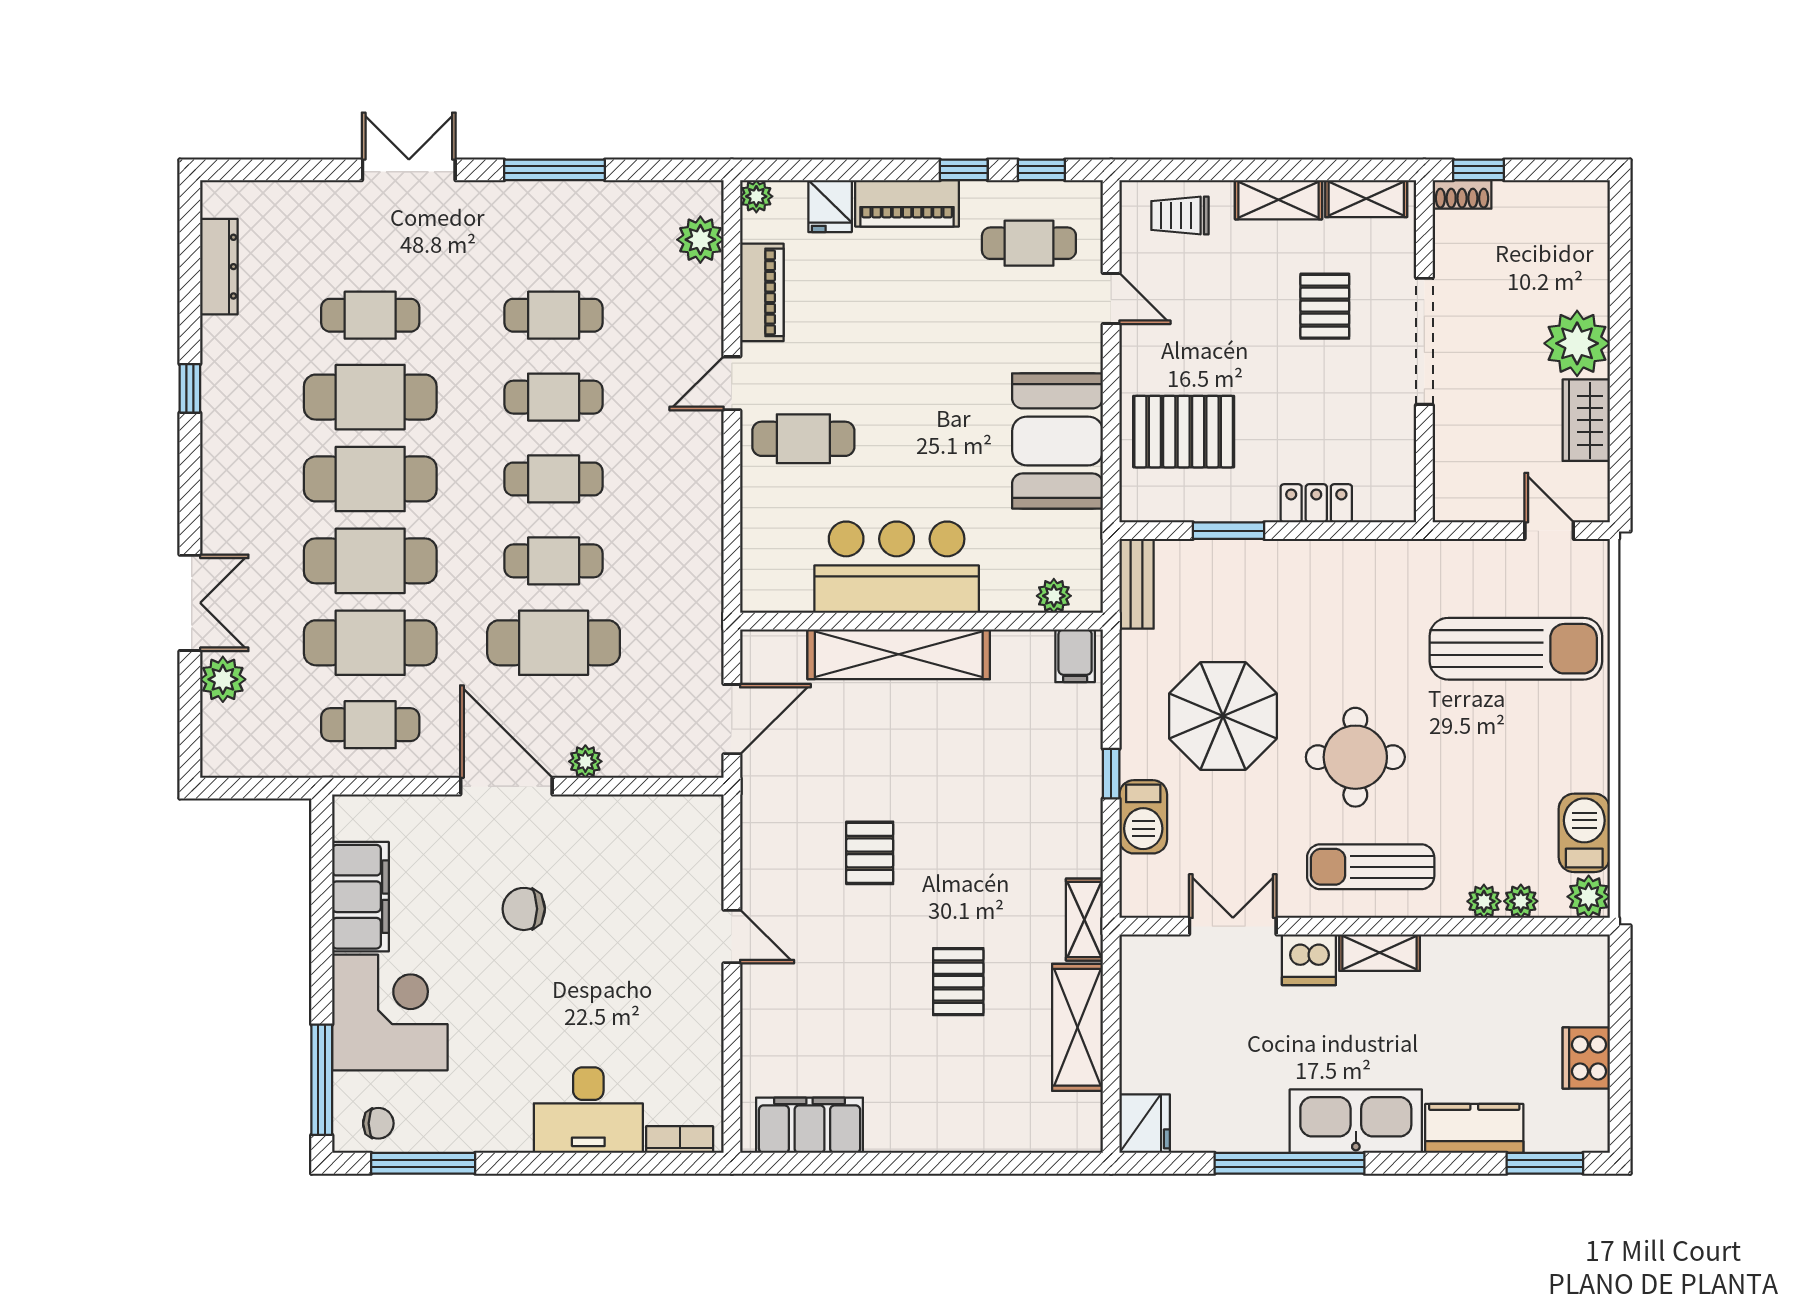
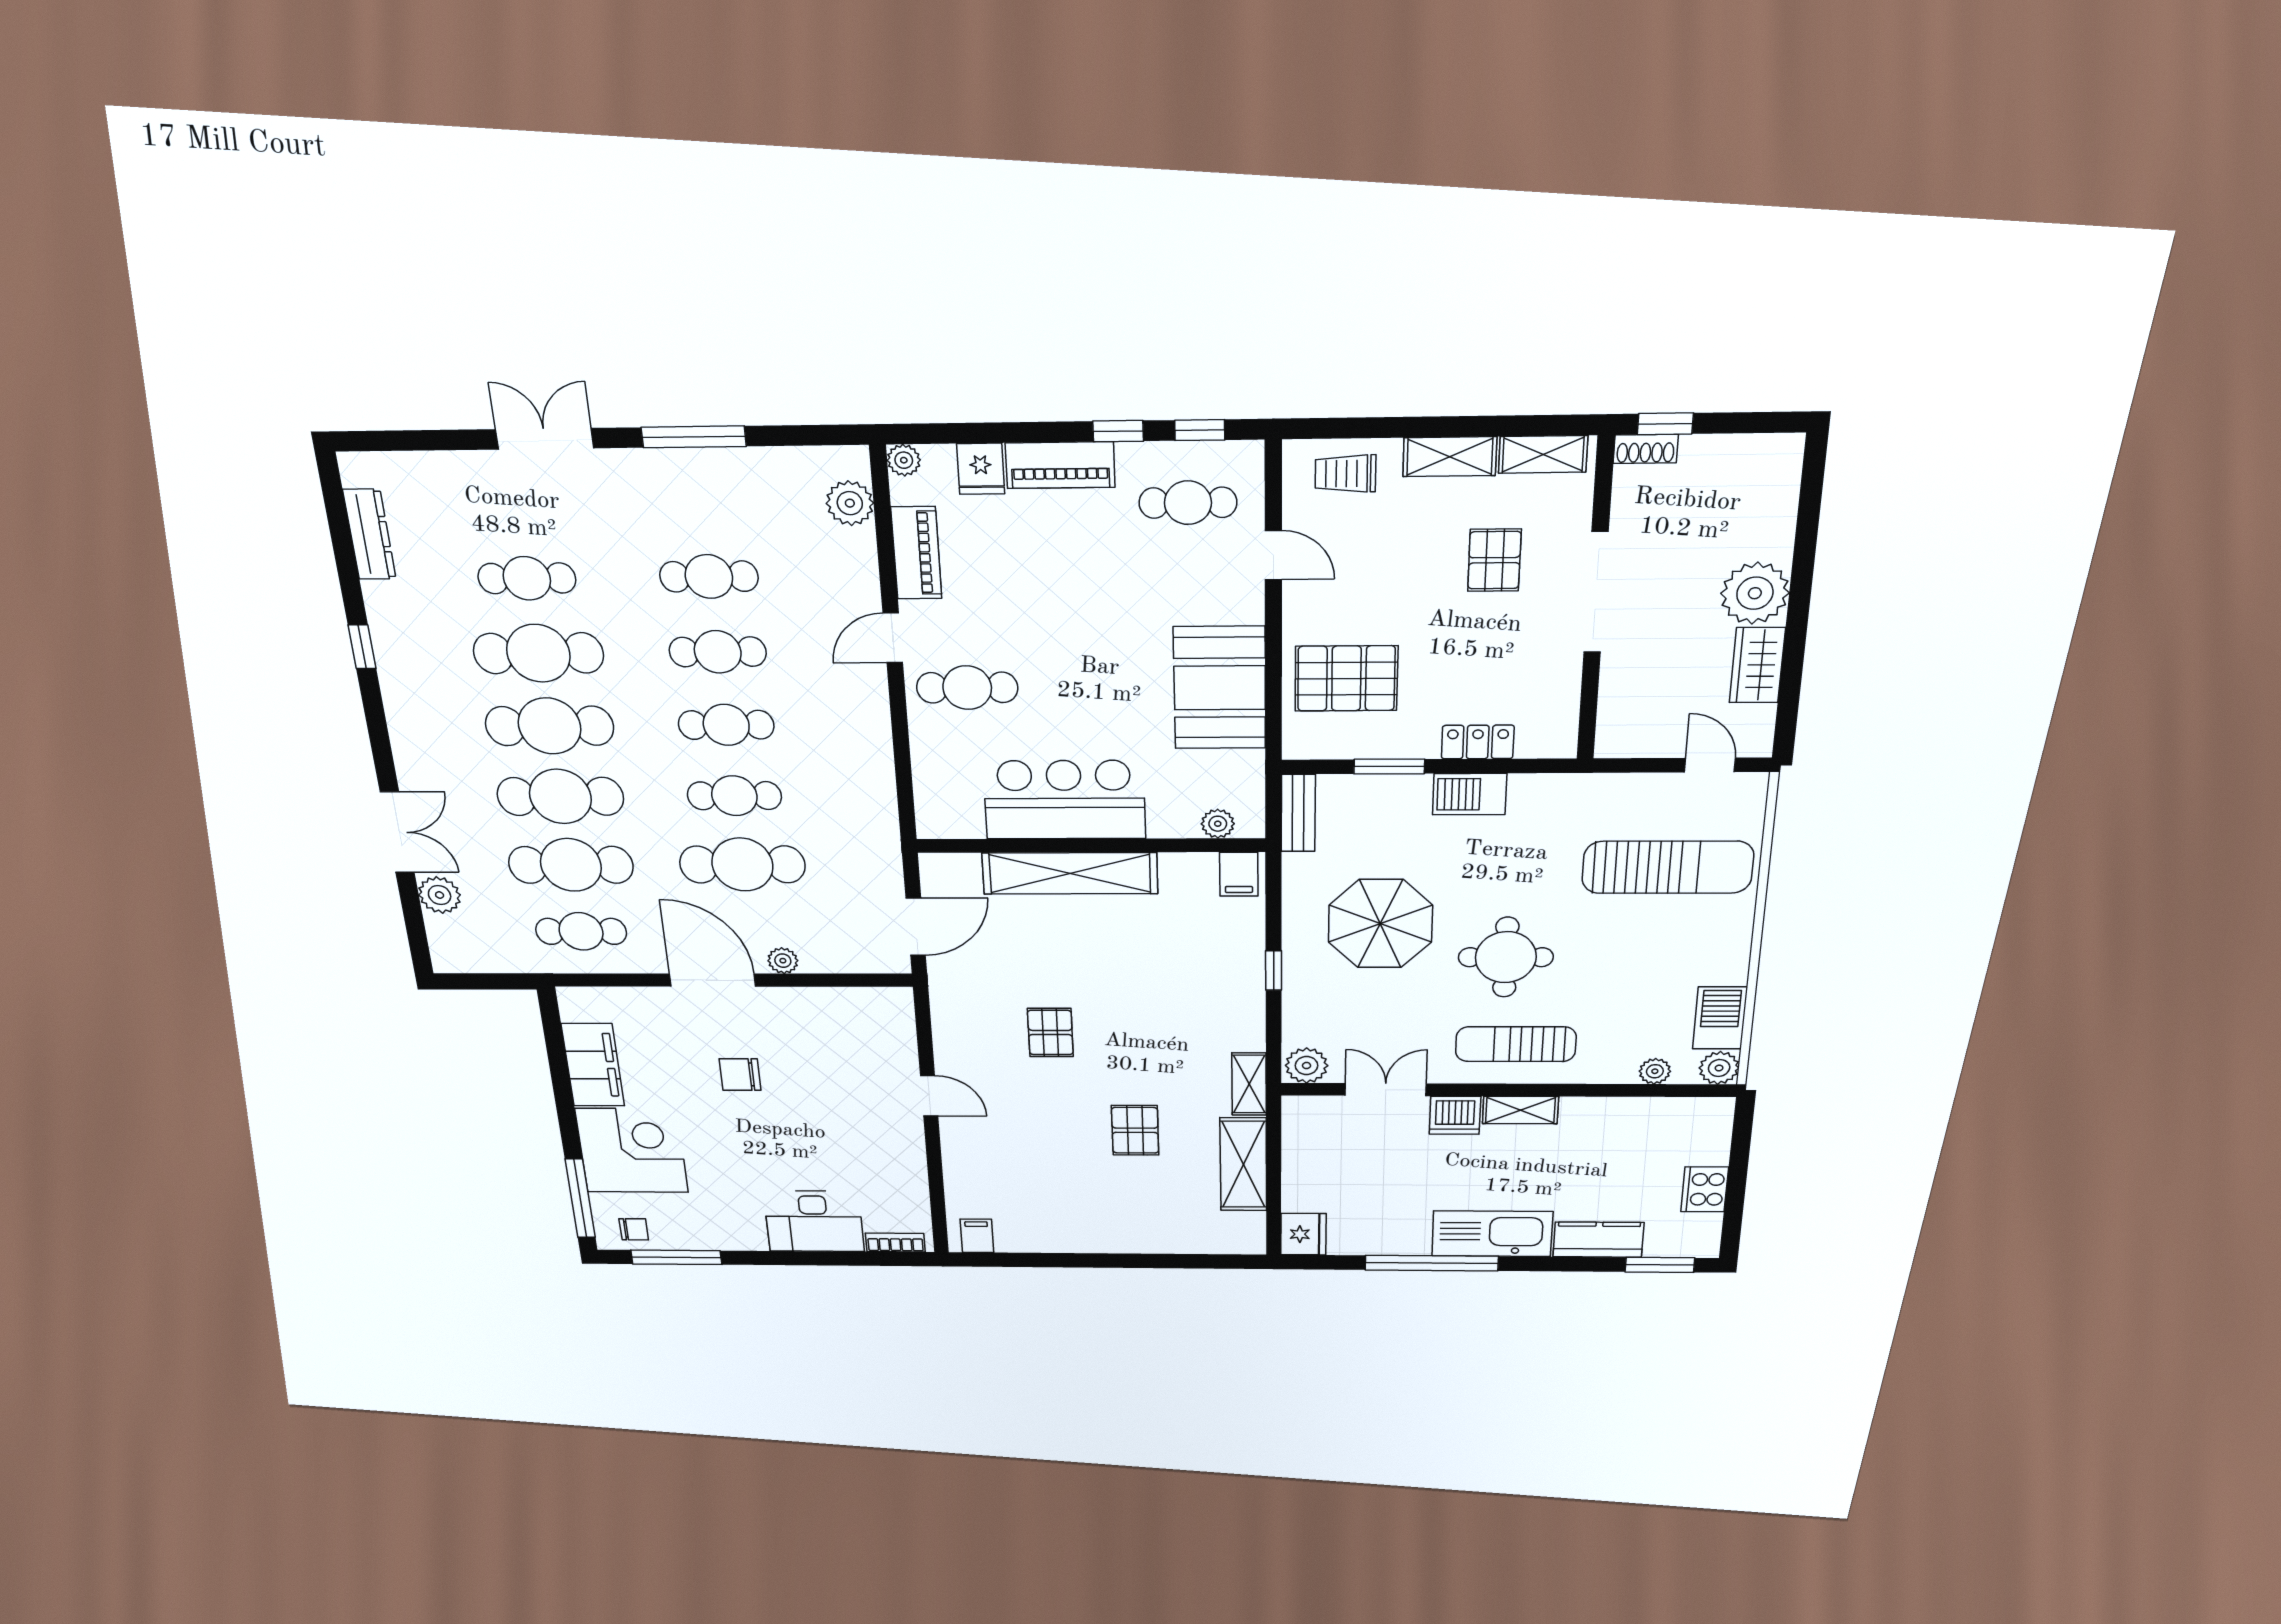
barbecue: (1143, 817) -> (1470, 794), moved, turned 90
plant: (1484, 901) -> (1307, 1066), moved, width x1.38, depth x1.38
filing cabinet: (810, 1125) -> (977, 1236), width x0.33, depth x0.86

